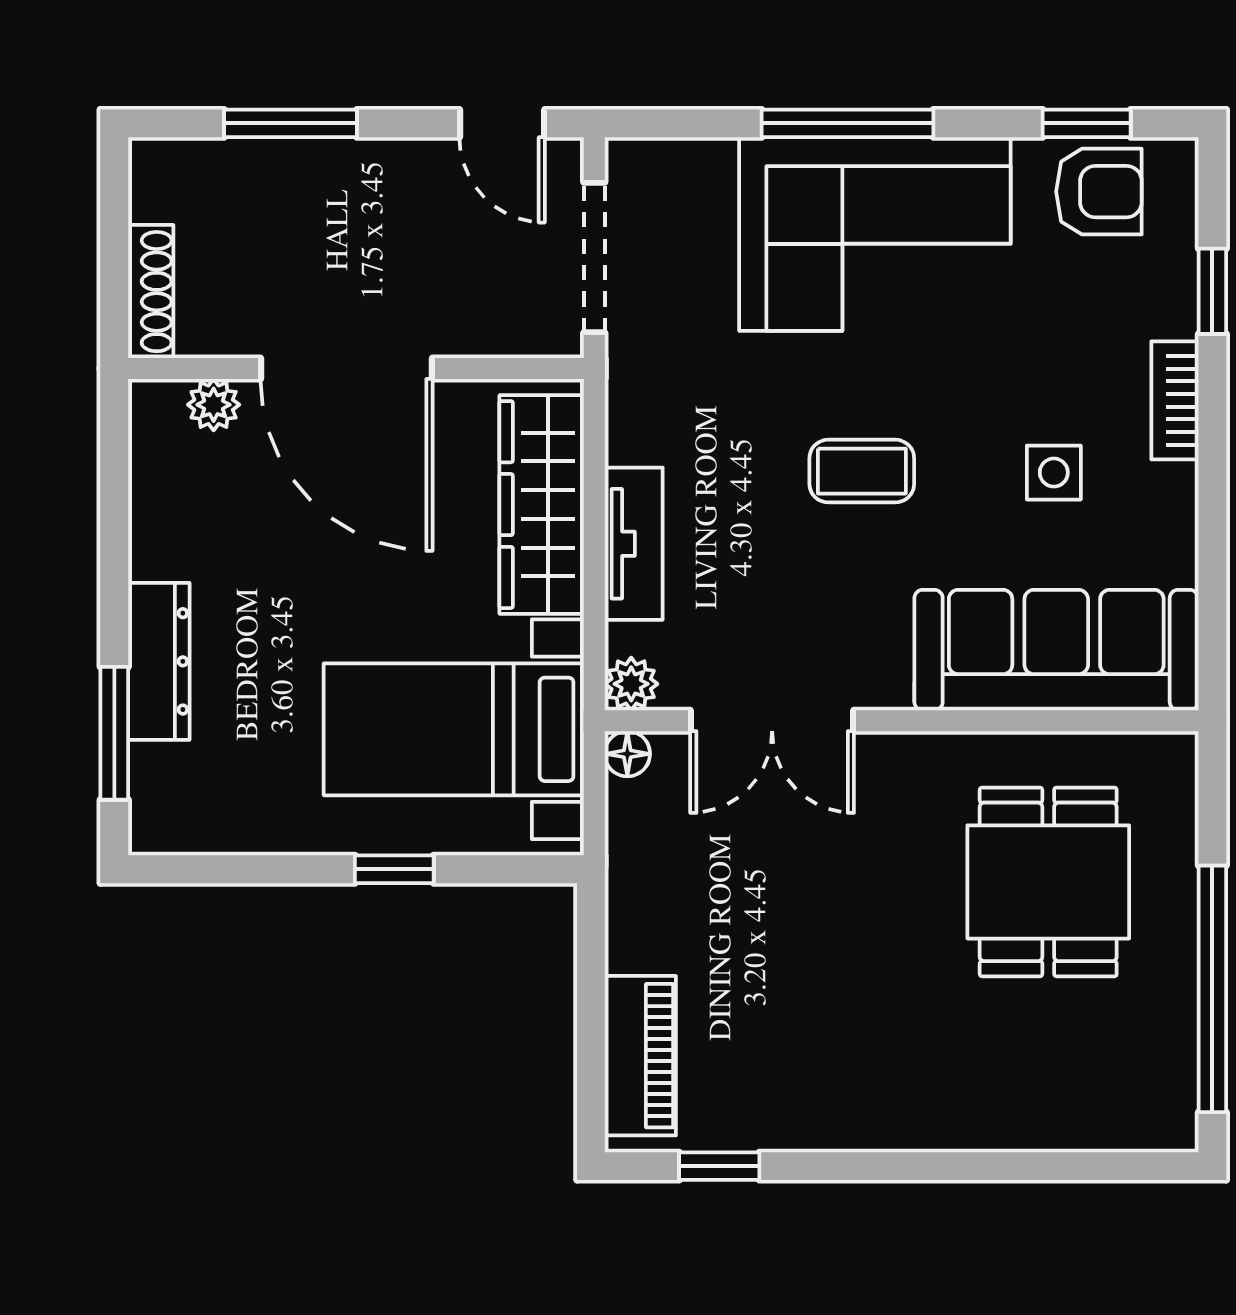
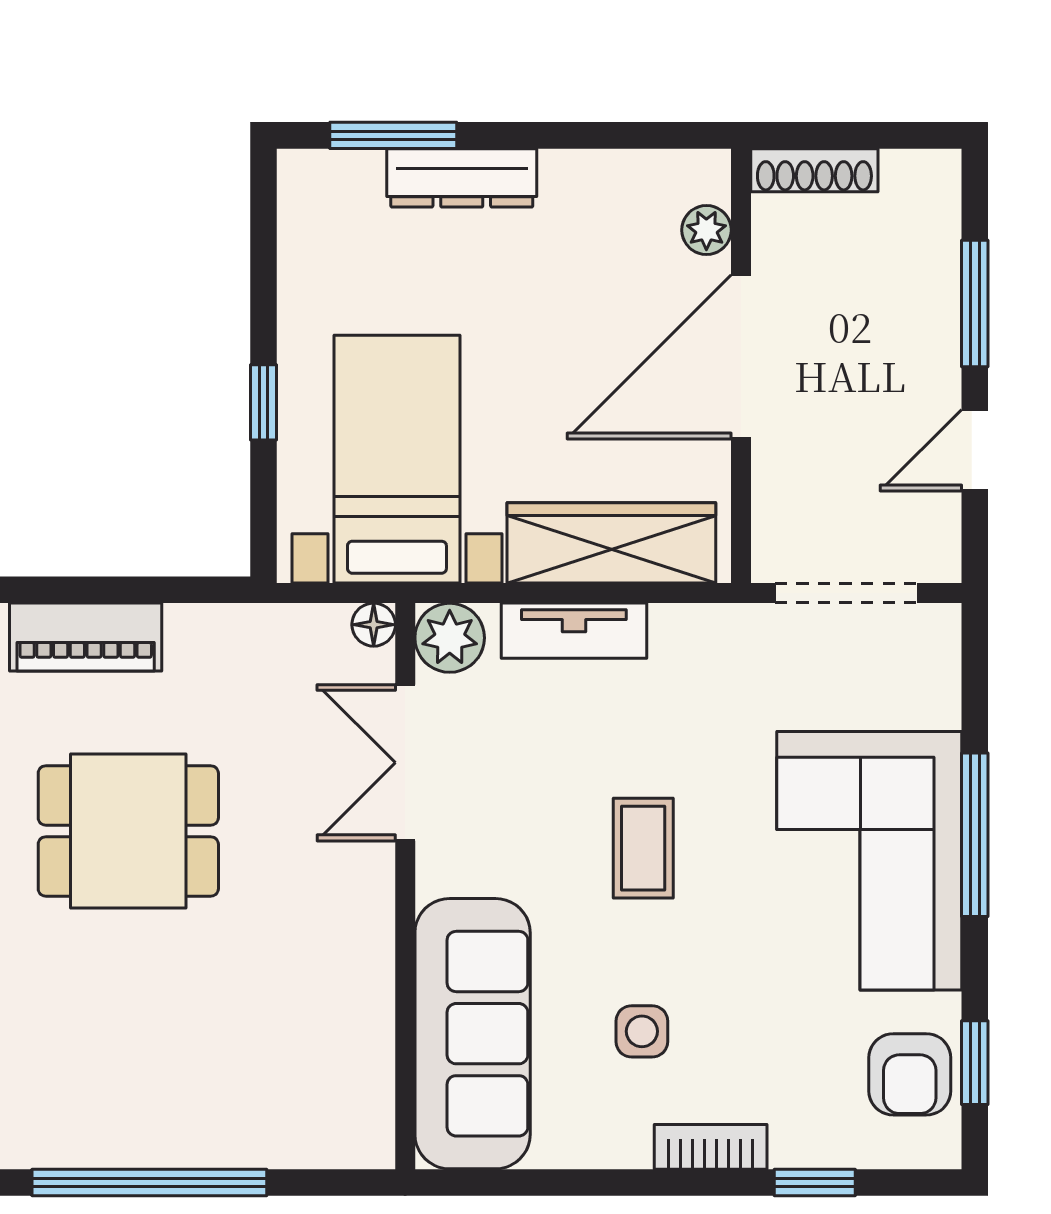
door: (502, 123) -> (975, 450), moved
plant: (631, 684) -> (450, 638), width x1.38, depth x1.38
dining table: (1048, 882) -> (128, 831), moved

